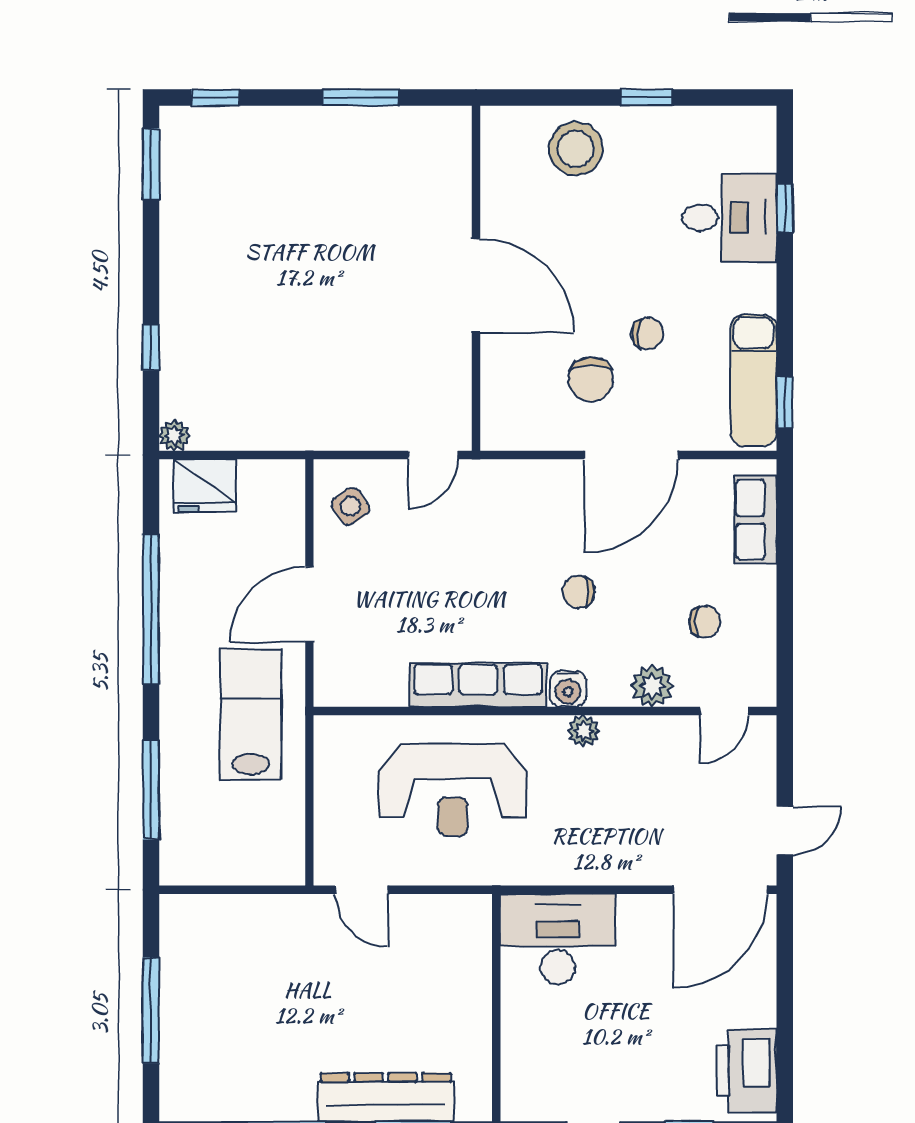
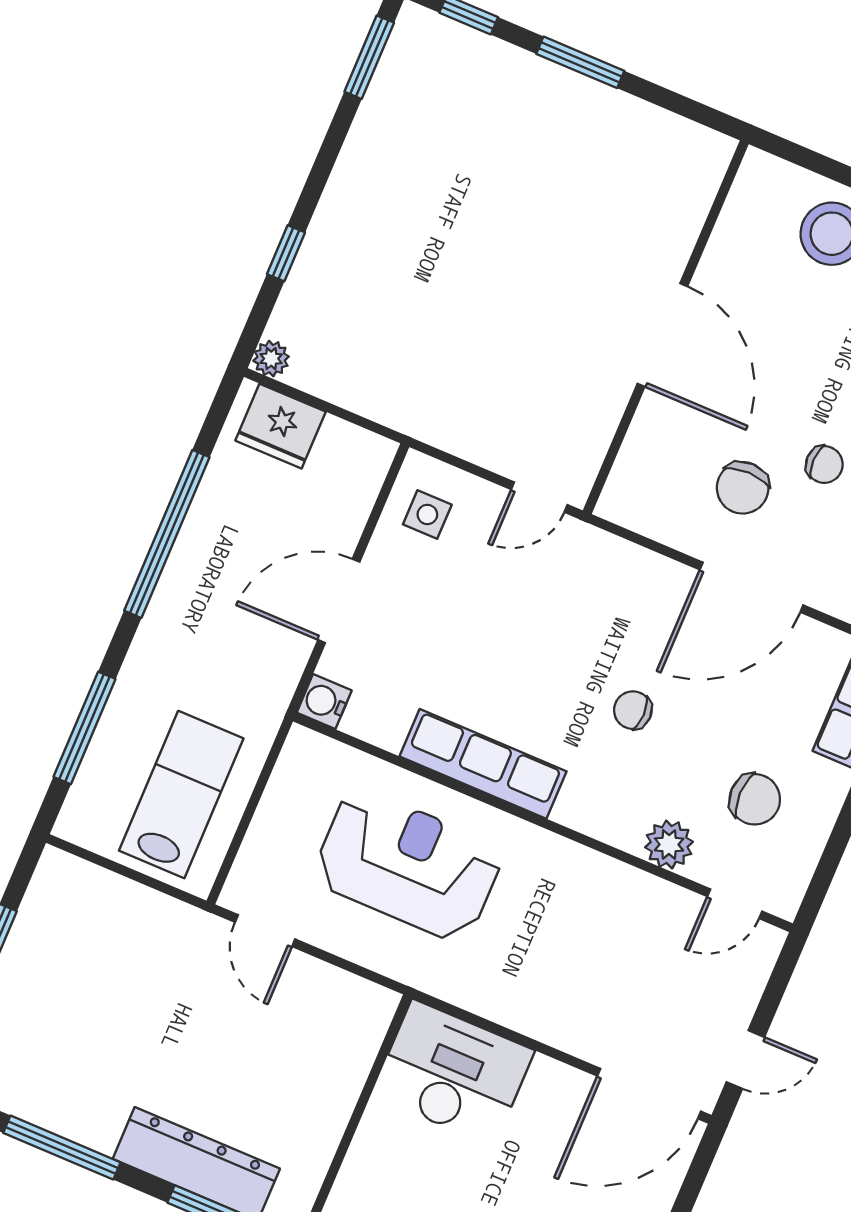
window: (361, 97) -> (580, 62), moved
side table: (350, 506) -> (427, 514), turned 35
chair: (705, 622) -> (755, 799), width x1.37, depth x1.37
water cooler: (568, 689) -> (324, 702), moved, turned 90
lab bench: (251, 714) -> (181, 795), moved
plant: (583, 731) -> (575, 861), removed
reception desk: (453, 790) -> (408, 865), turned 180

